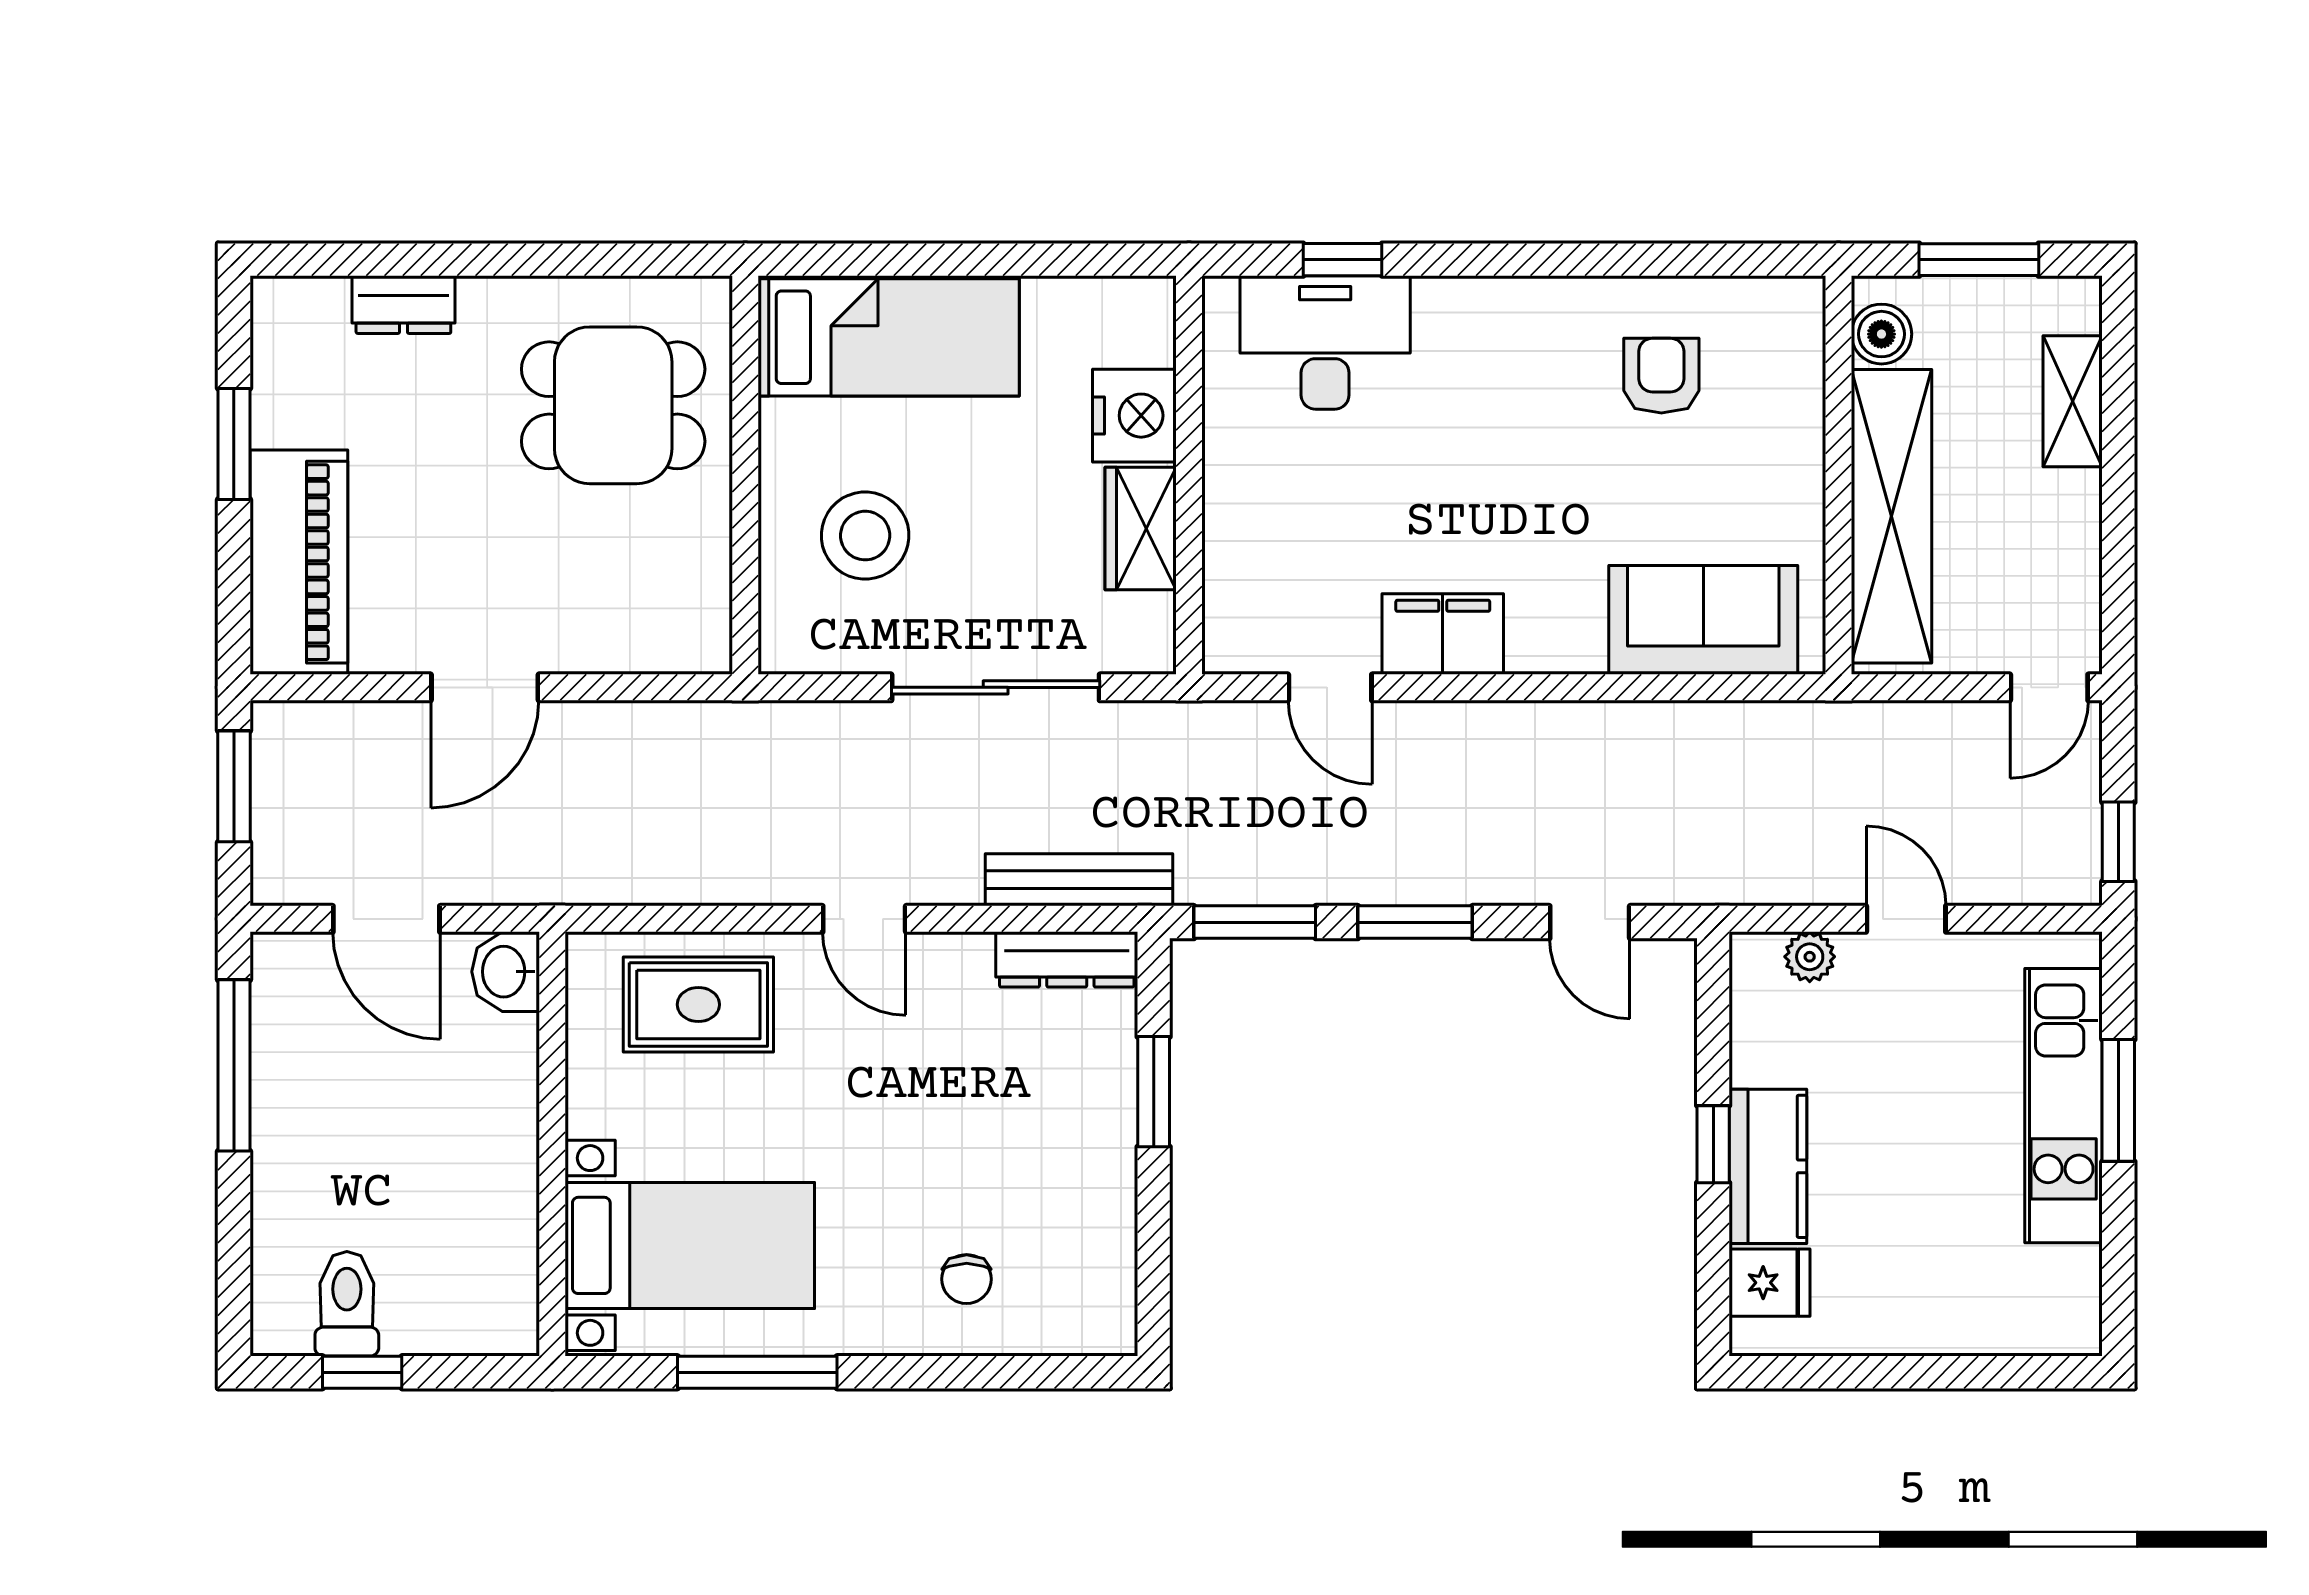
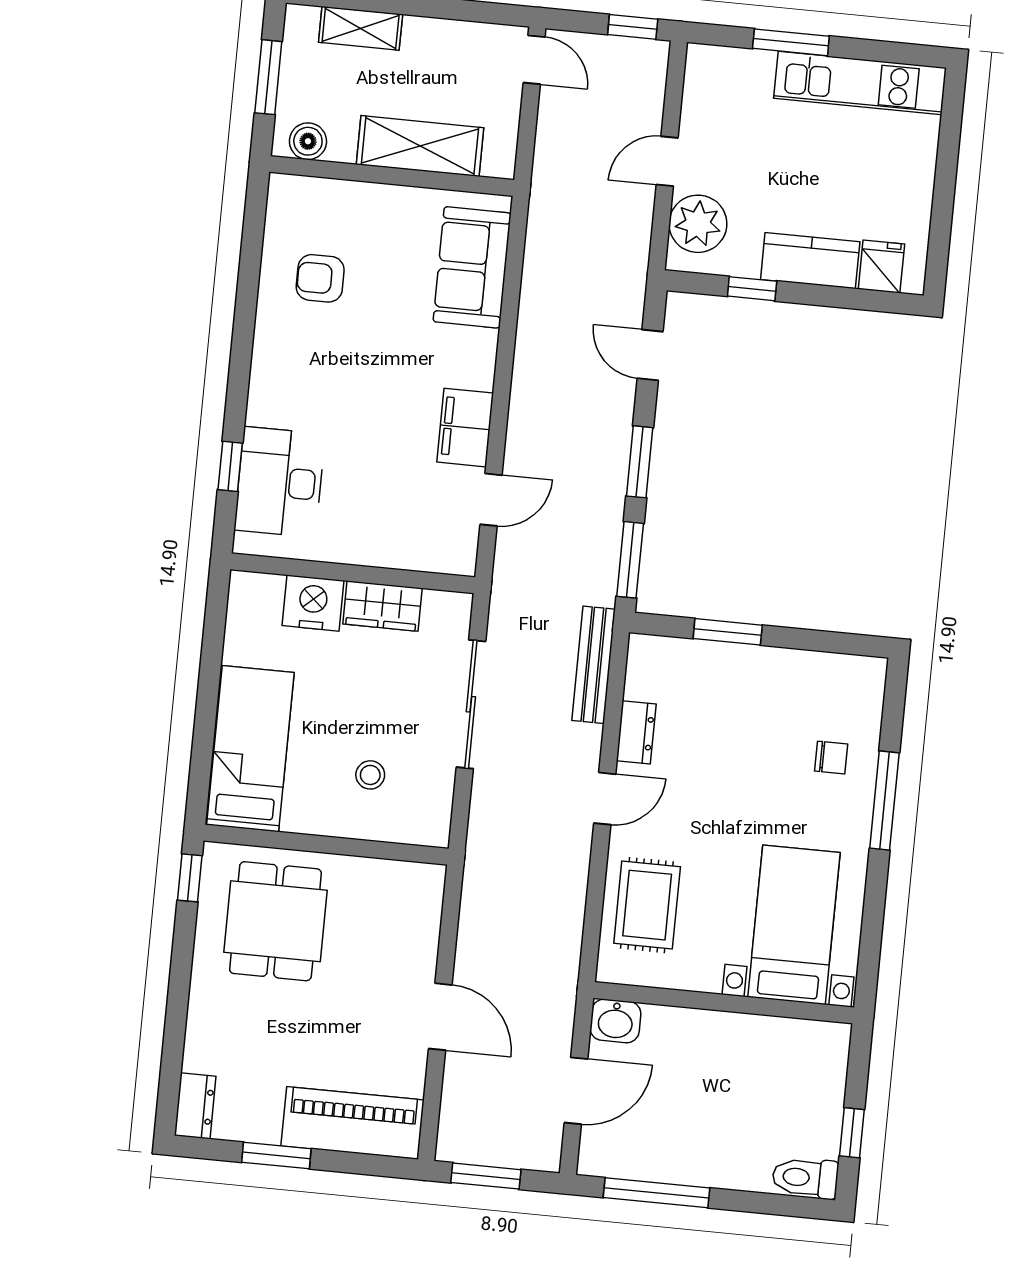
window: (670, 260) -> (190, 878), added
dresser: (403, 305) -> (195, 1106), moved
shelving: (1892, 516) -> (420, 146), width x0.68
stool: (865, 536) -> (370, 775), width x0.53, depth x0.53
door: (1590, 922) -> (650, 355), swing flipped
plant: (1810, 957) -> (698, 224), width x1.88, depth x1.88
dresser: (1067, 959) -> (636, 732), moved, width x0.70
kitchen unit: (2064, 1106) -> (860, 83), moved
window: (1713, 1144) -> (752, 289), moved
toilet: (347, 1304) -> (805, 1178), moved
window: (757, 1372) -> (884, 801), moved

